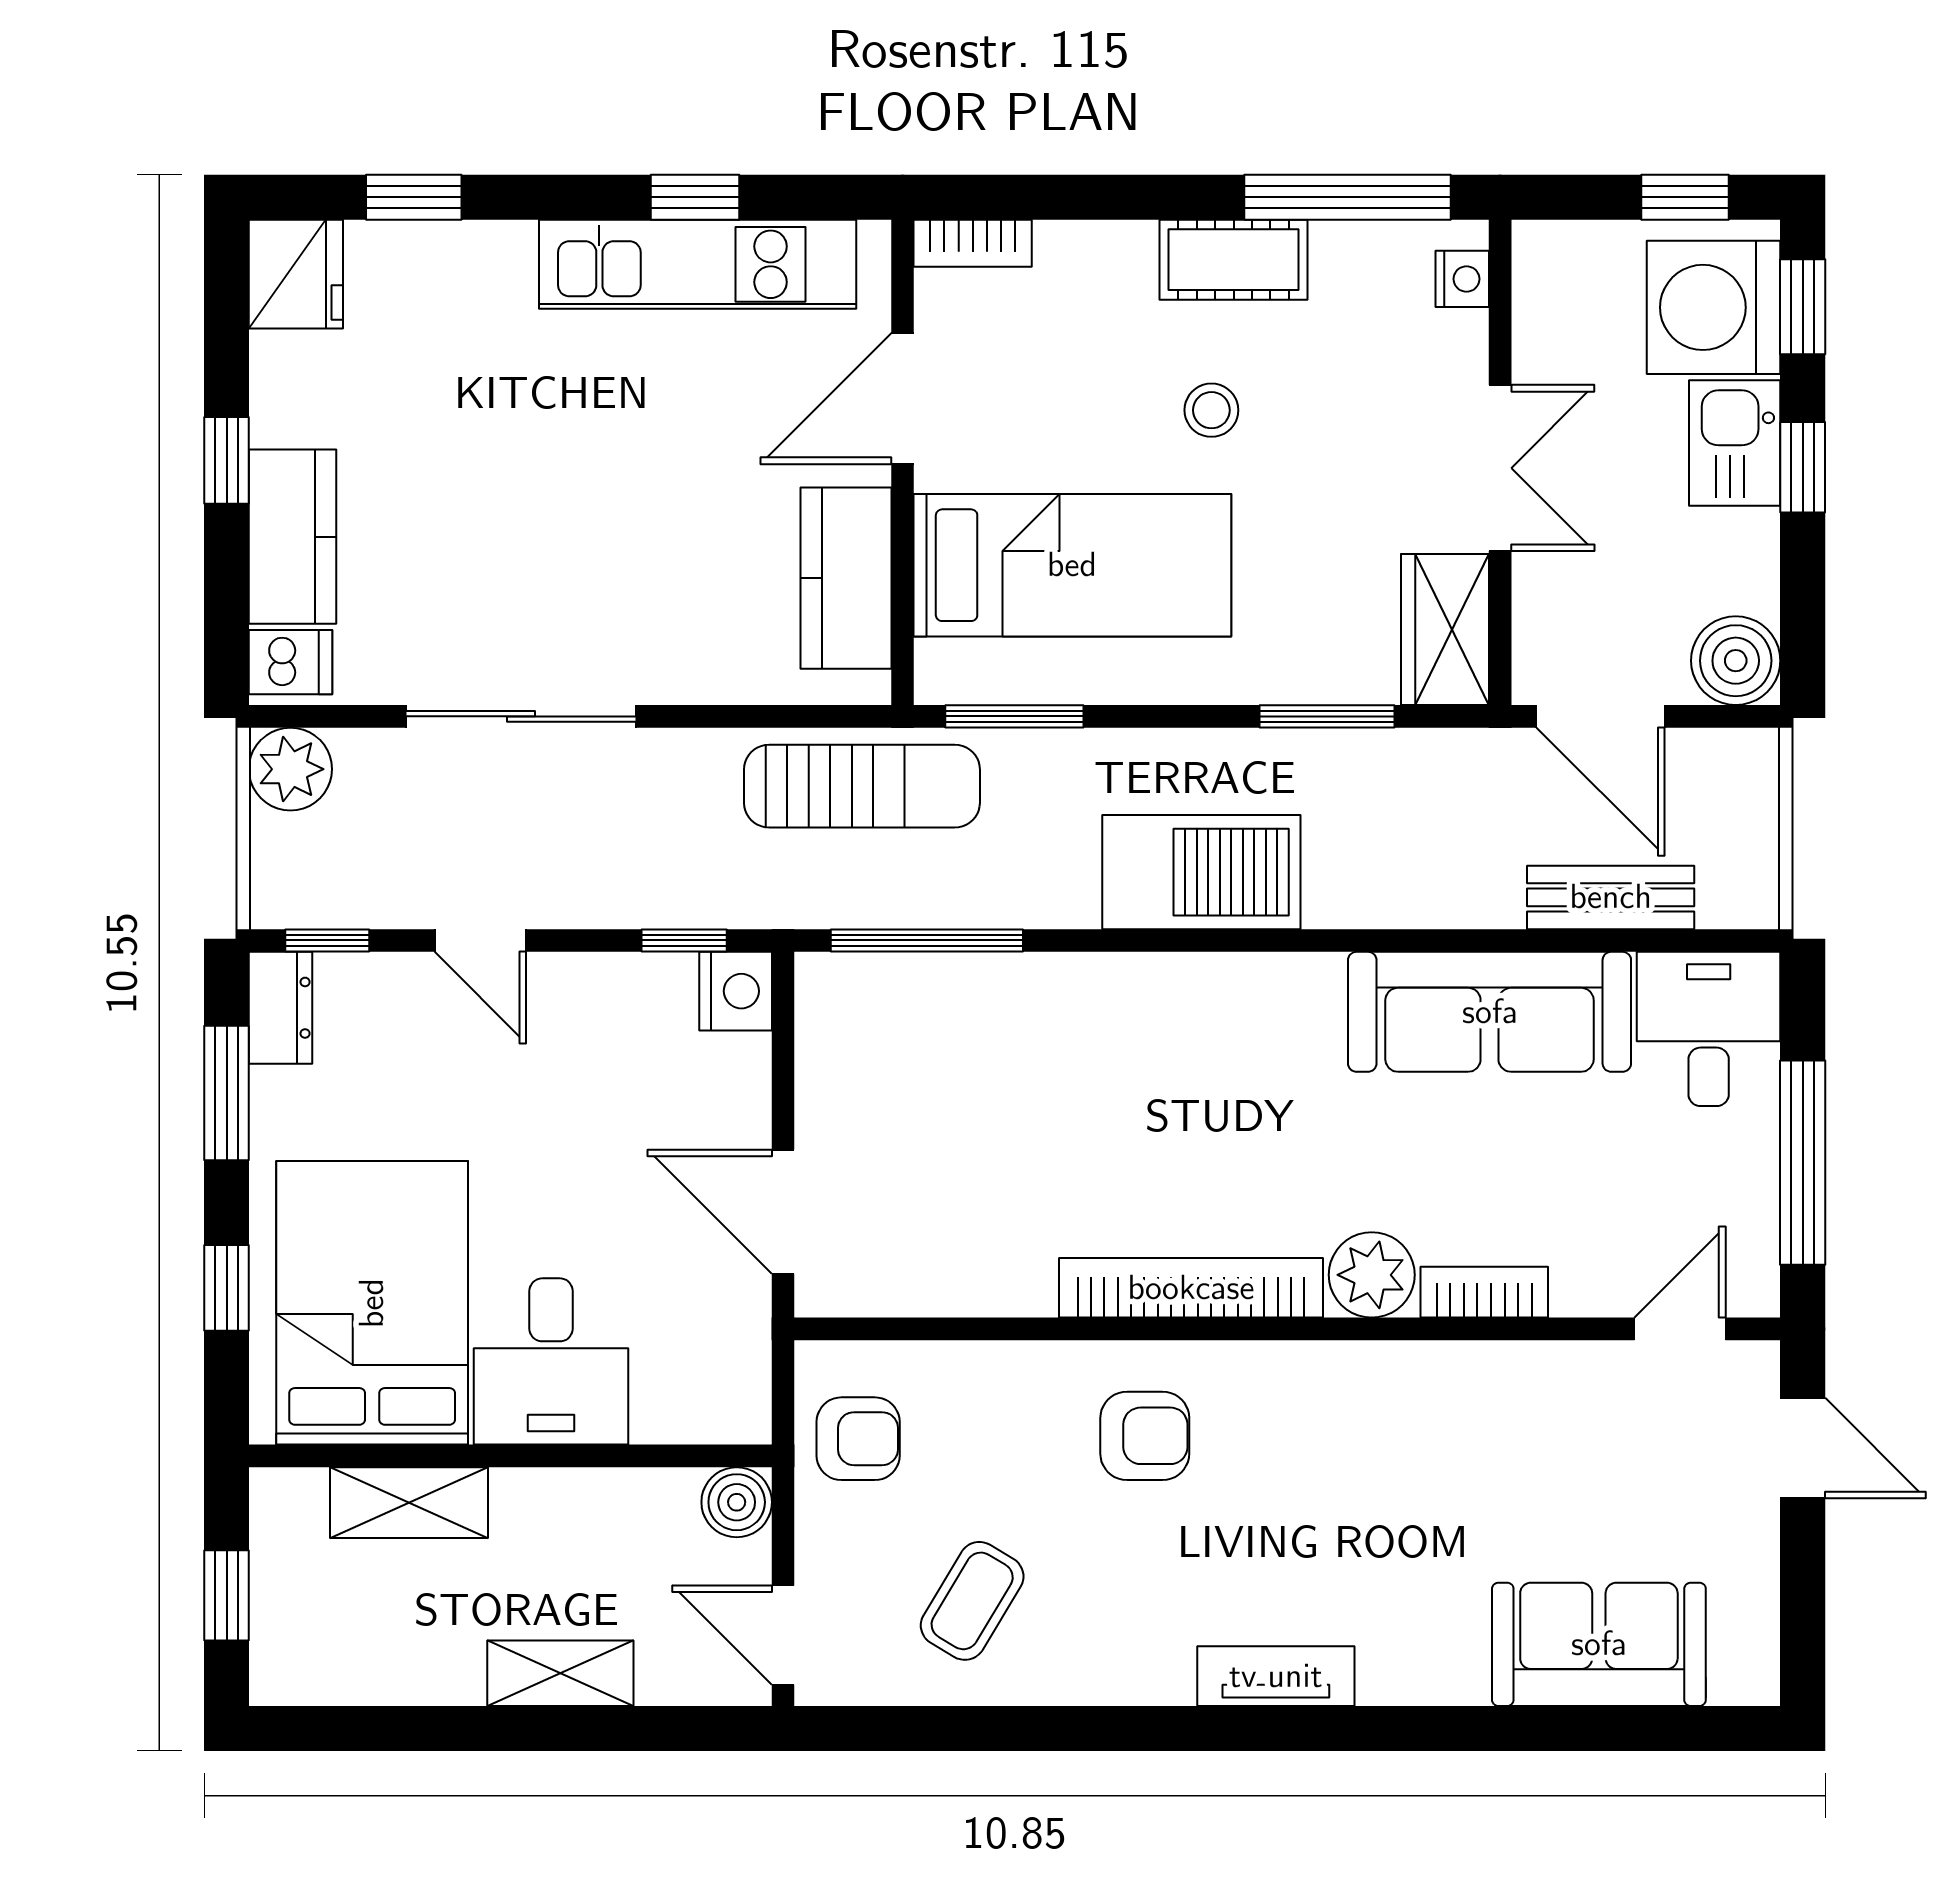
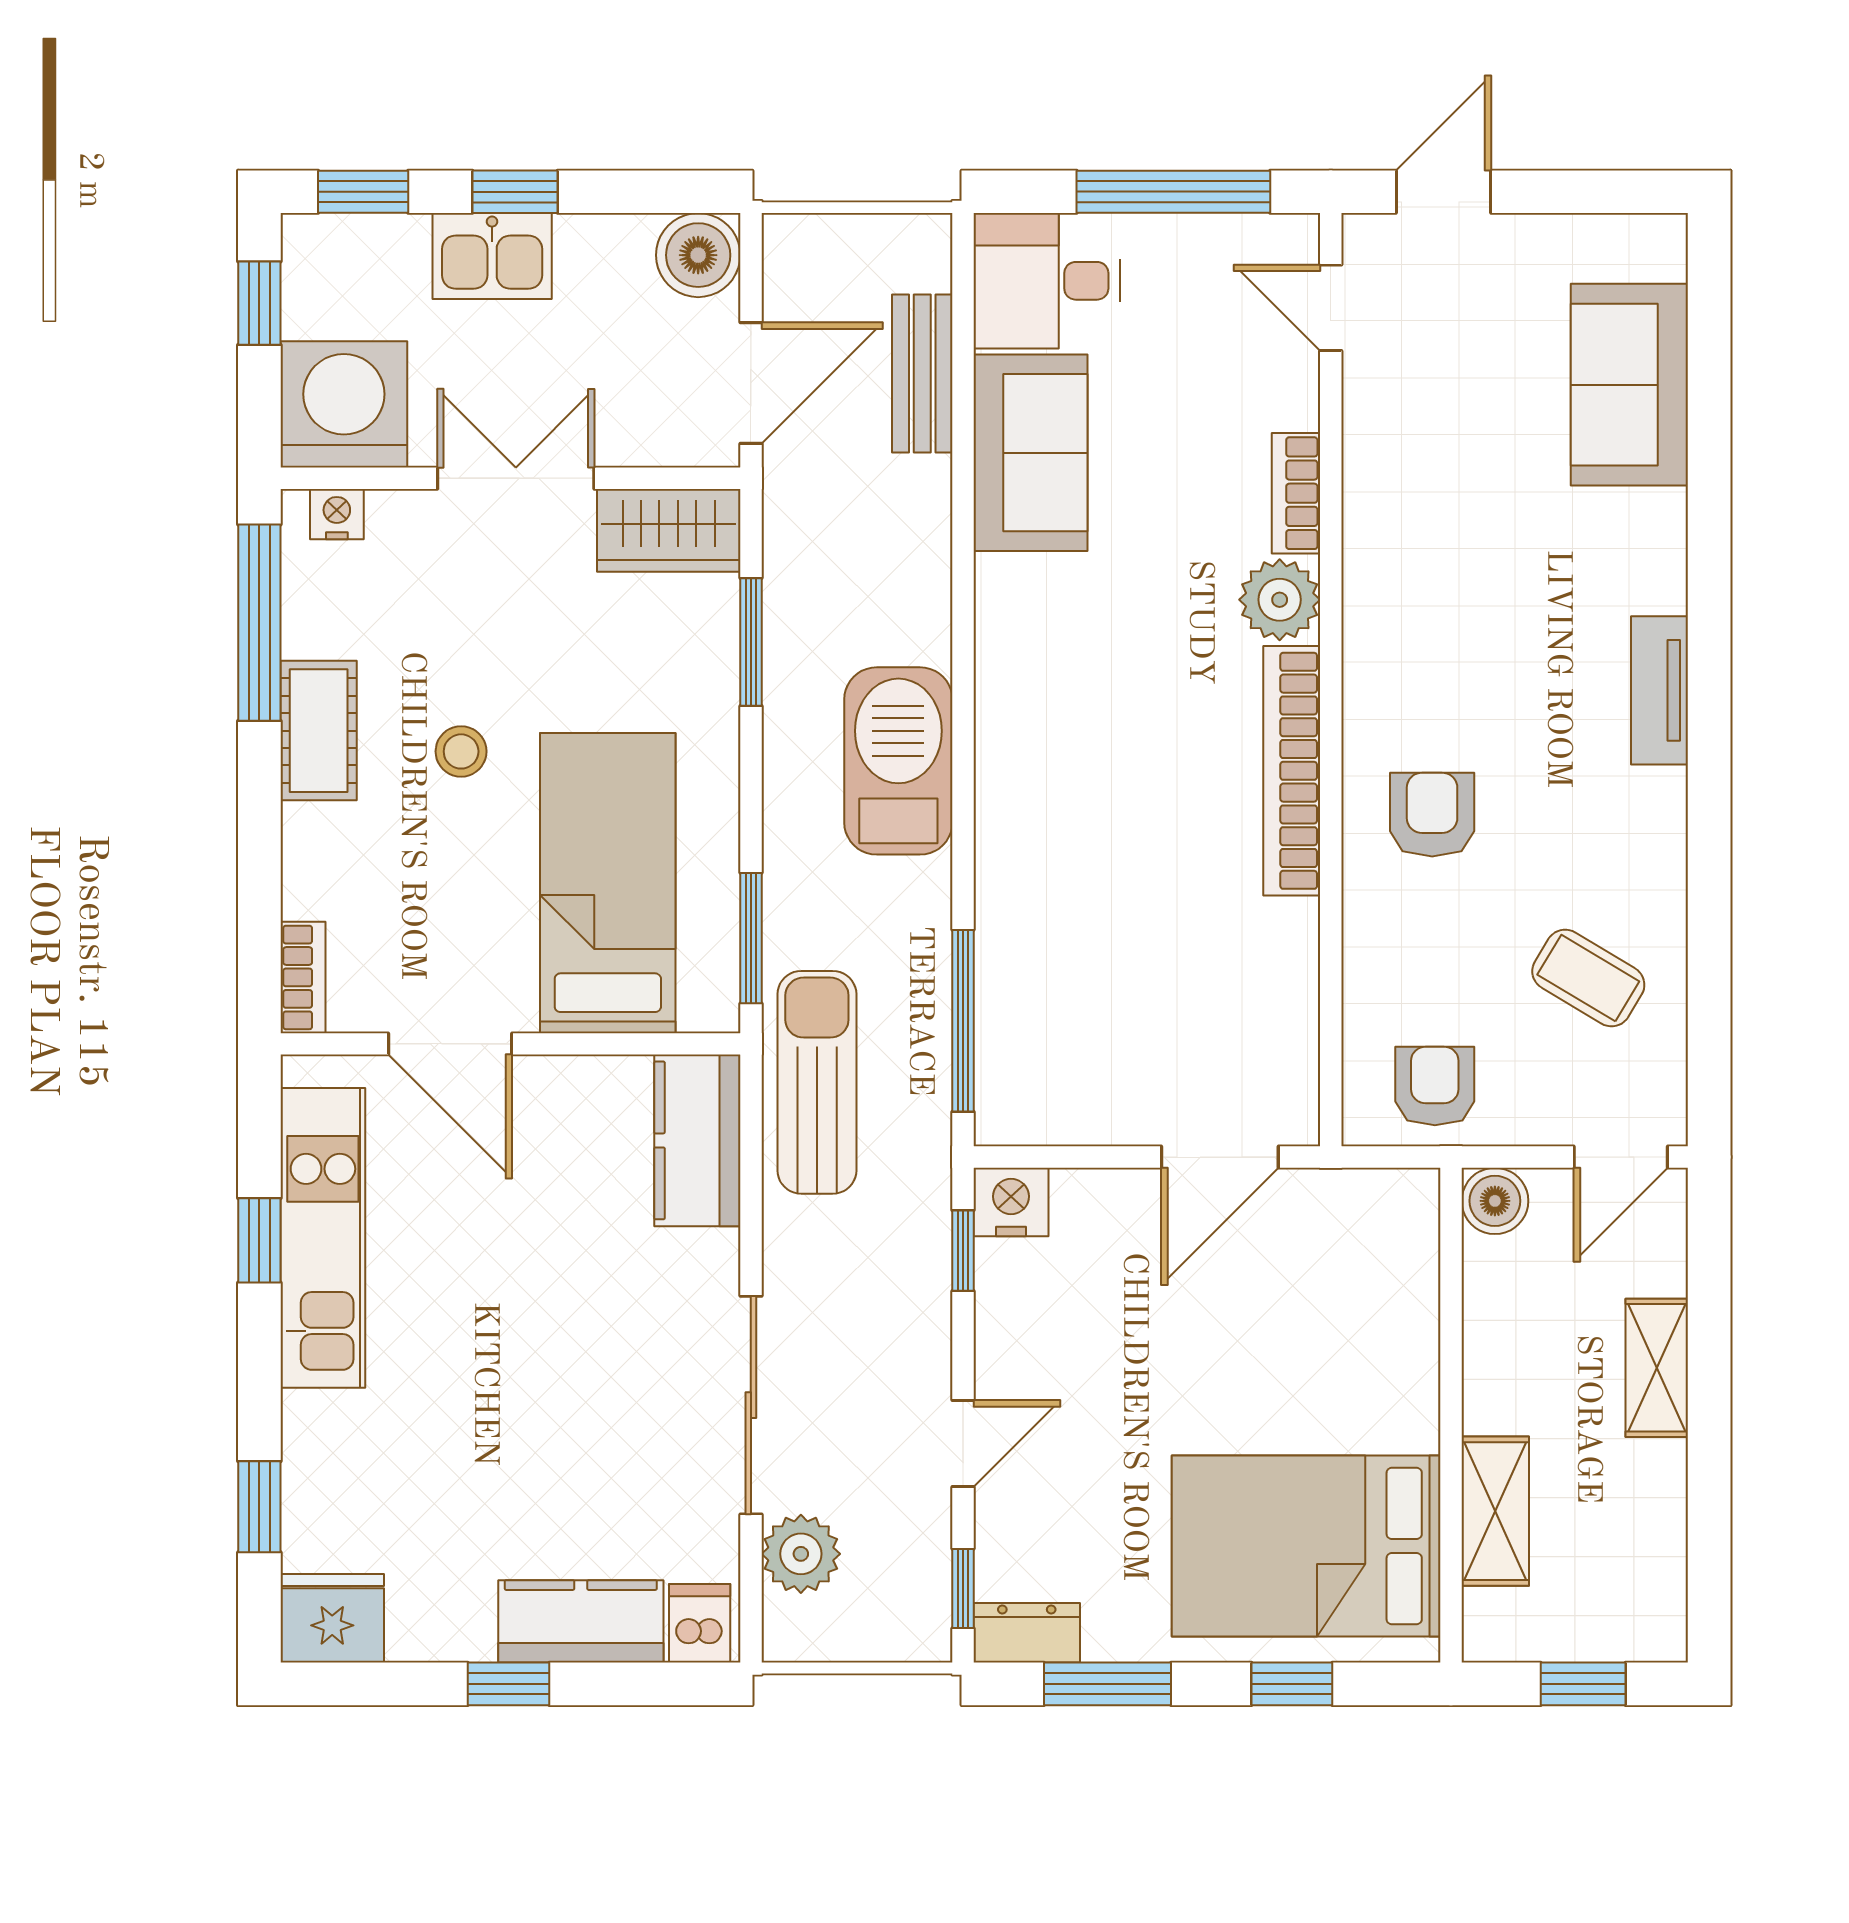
washing machine: (1714, 307) -> (344, 404), moved, turned 180
kitchen counter: (846, 578) -> (697, 1140), moved, turned 90
plant: (290, 769) -> (801, 1554), moved
sofa: (1490, 1012) -> (1031, 453), width x0.73
desk: (551, 1361) -> (1362, 1377), removed

